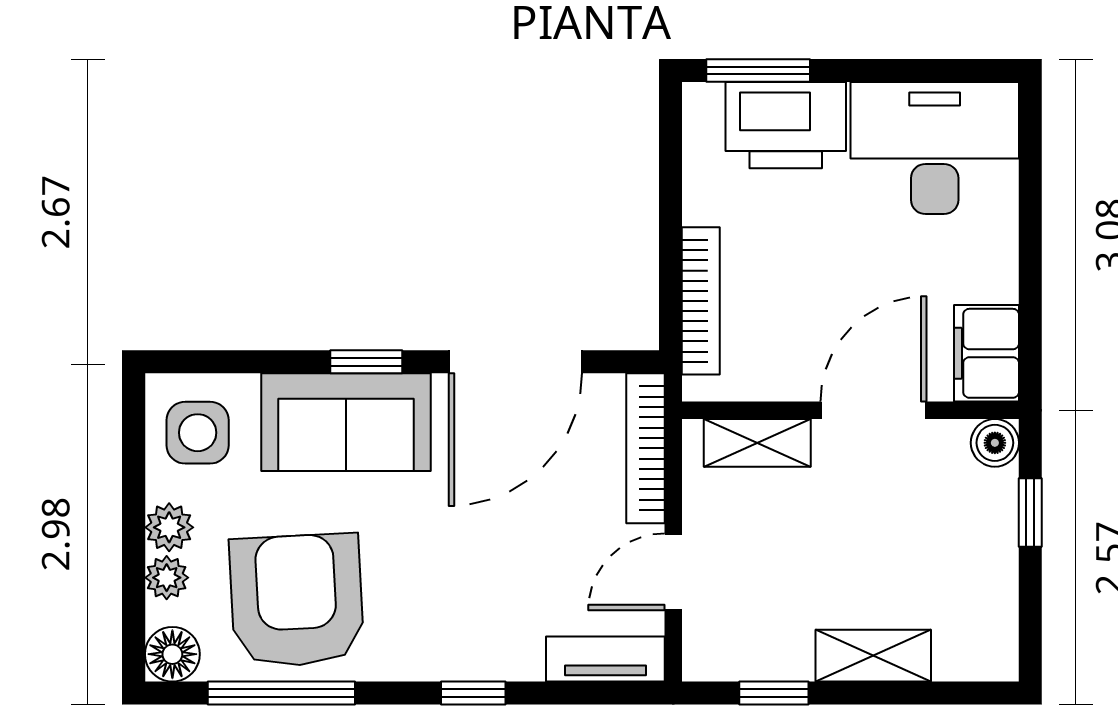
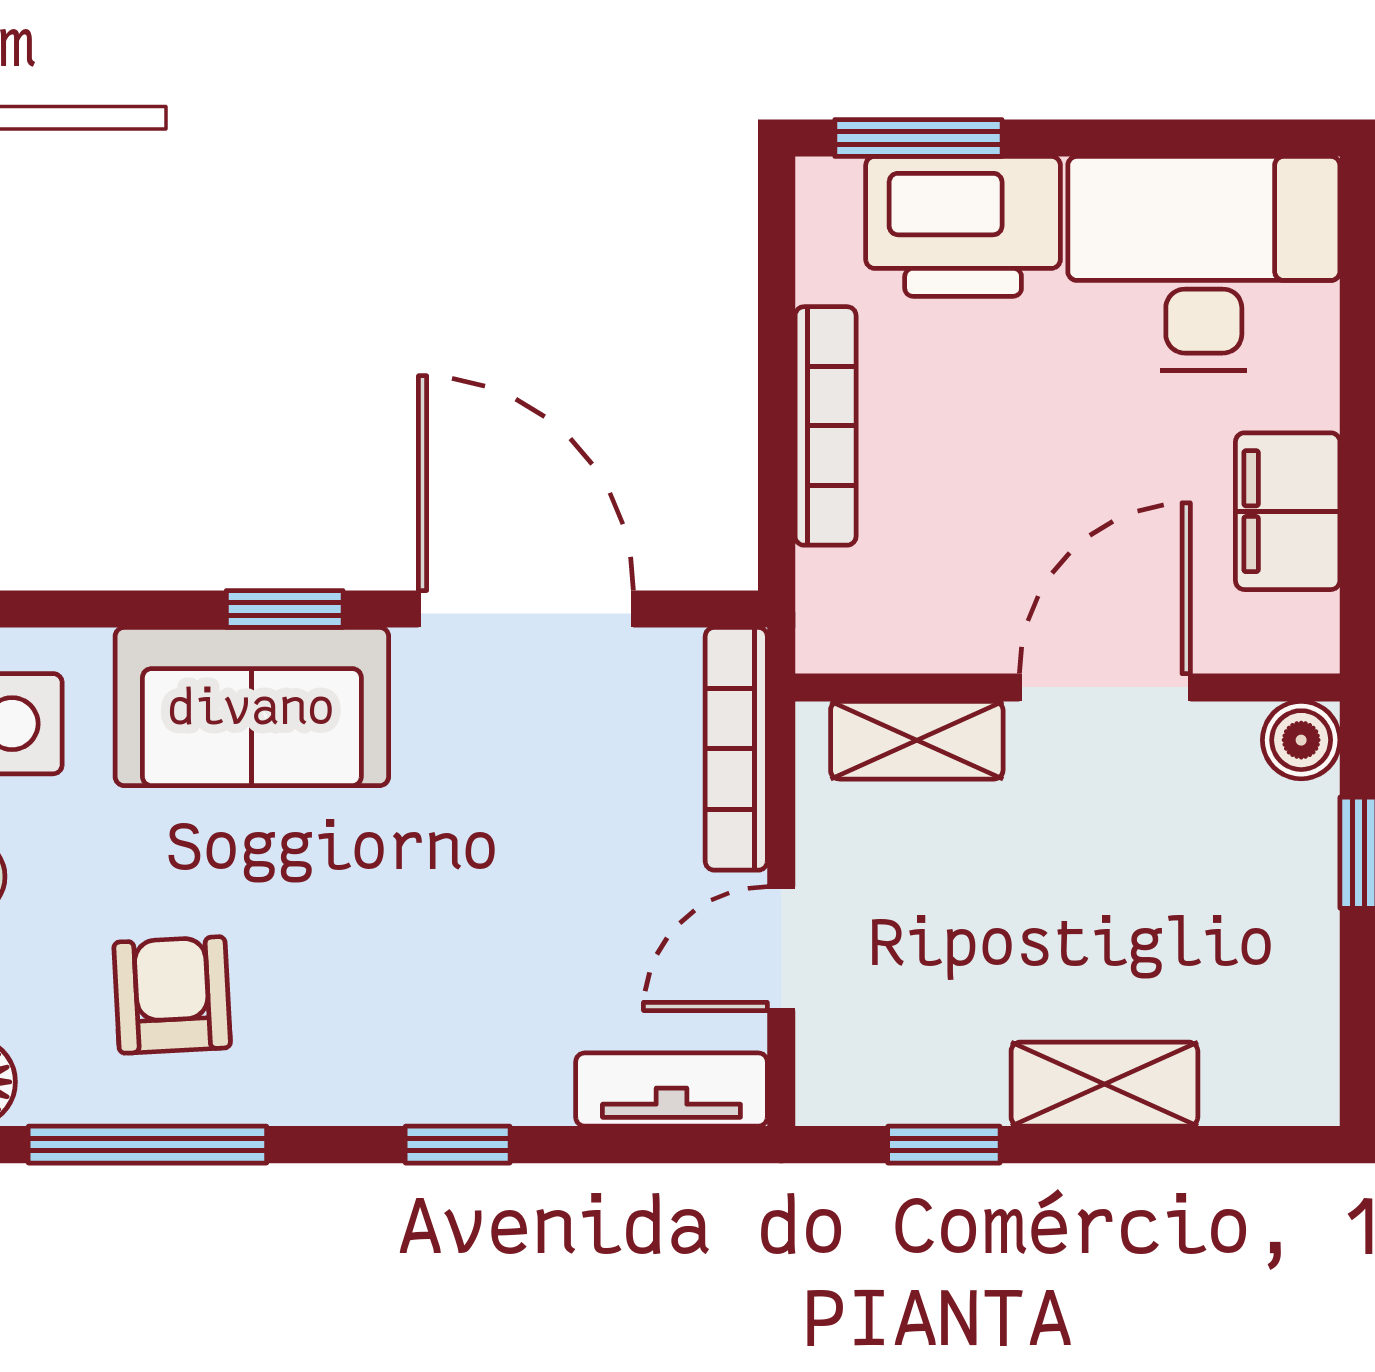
bookcase: (701, 301) -> (826, 426), moved
filing cabinet: (987, 353) -> (1288, 511), moved
door: (515, 362) -> (526, 609), swing flipped
armchair: (297, 600) -> (172, 995), width x0.53, depth x0.53

